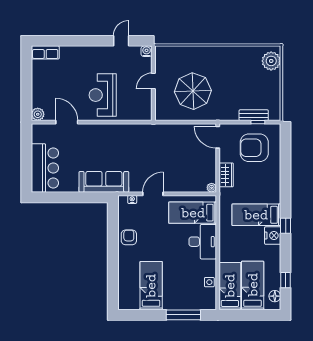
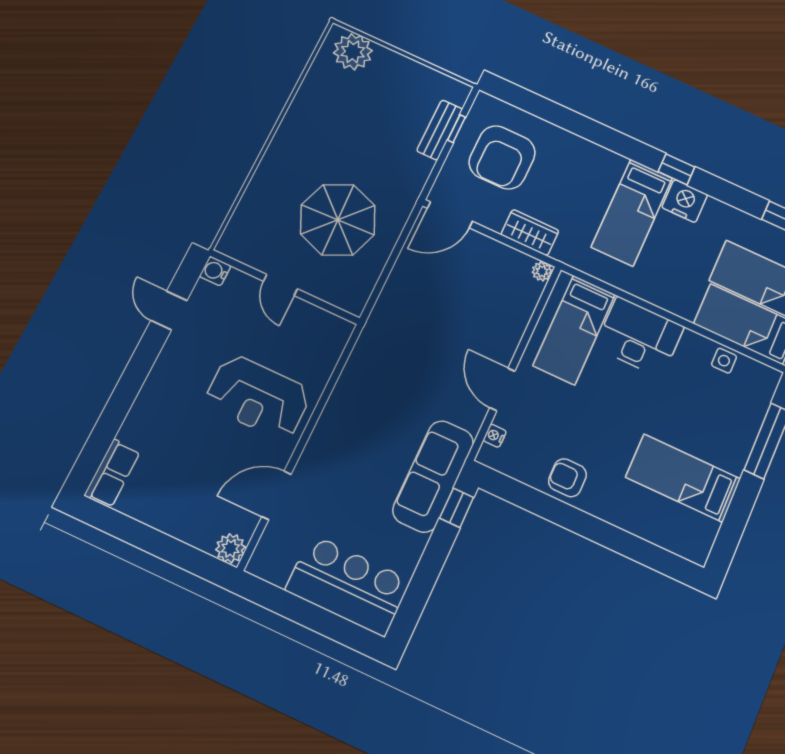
window: (96, 197) -> (457, 508), added

